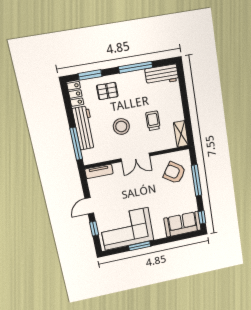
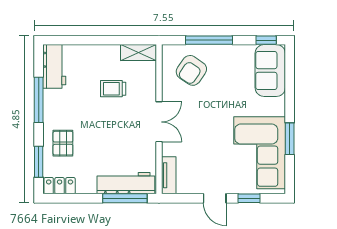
stool: (121, 126) -> (113, 133), removed
workbench: (84, 128) -> (126, 183), moved

